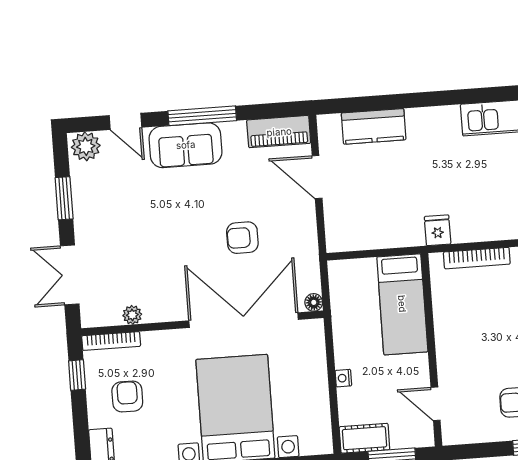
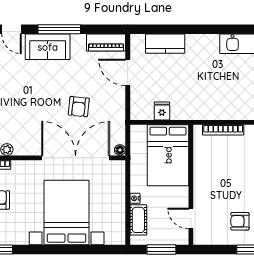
fridge: (438, 230) -> (162, 111), moved
armchair: (242, 238) -> (79, 107), turned -84
bed: (402, 304) -> (168, 155), width x1.50
cot: (364, 438) -> (138, 220), moved, turned 90

